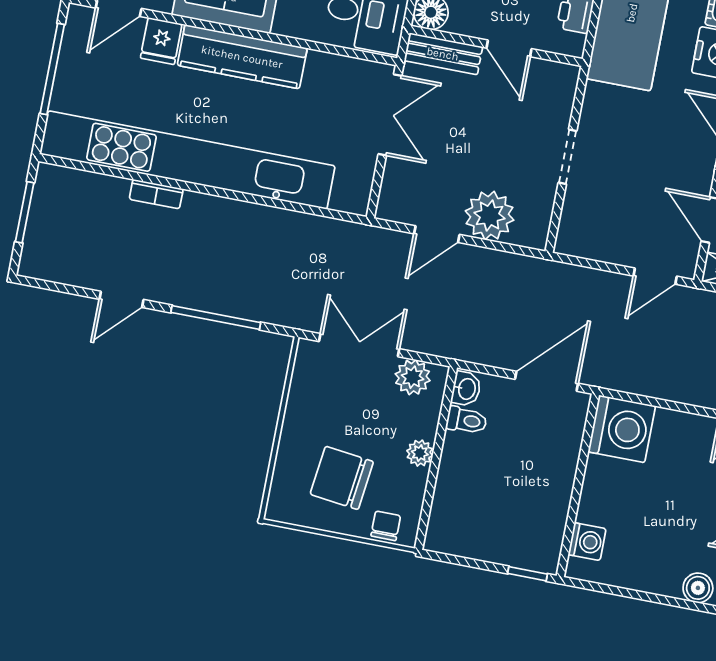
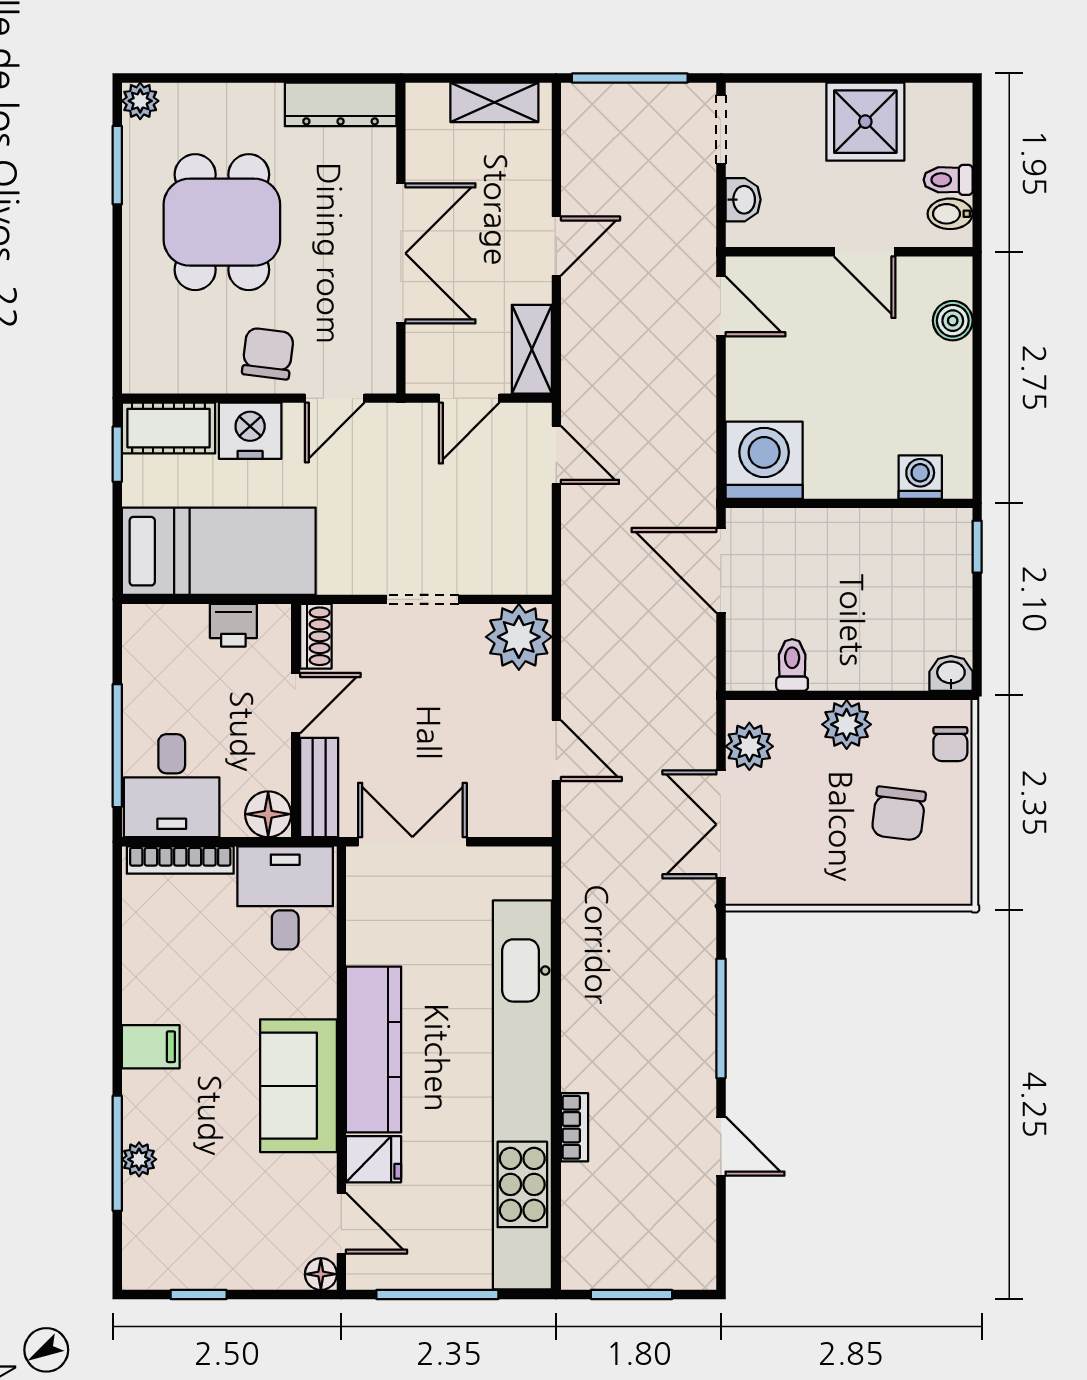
shoe rack: (555, 73) -> (316, 636), added
plant: (490, 216) -> (519, 637), moved
washbasin: (466, 389) -> (951, 673), moved
plant: (420, 453) -> (847, 724), width x1.38, depth x1.38
chair: (342, 478) -> (899, 813), width x0.73, depth x0.73
chair: (386, 526) -> (950, 744), turned -90

